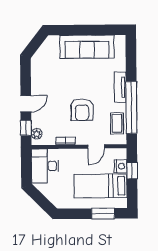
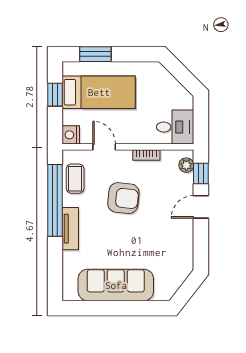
armchair: (82, 110) -> (123, 198), turned 96
door: (96, 146) -> (104, 147), hinge flipped
desk: (45, 166) -> (175, 127), width x0.73
nightstand: (120, 166) -> (71, 135), moved
window: (132, 171) -> (55, 95), moved

